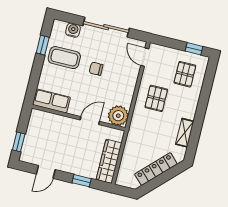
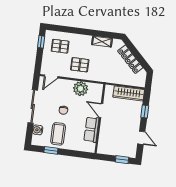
row of seats: (51, 101) -> (91, 130), moved
plant: (118, 116) -> (81, 89), moved

